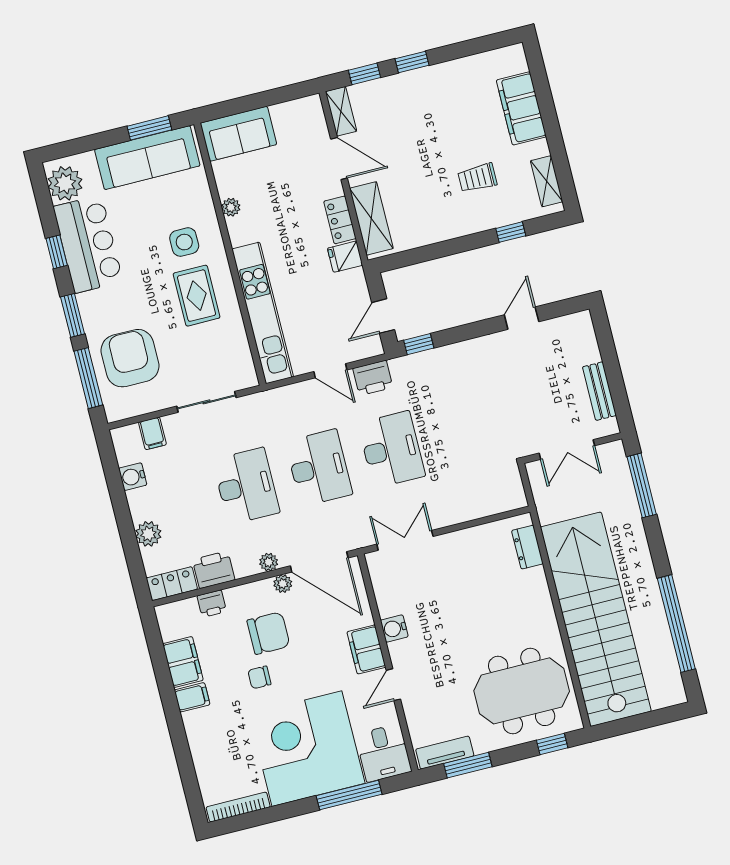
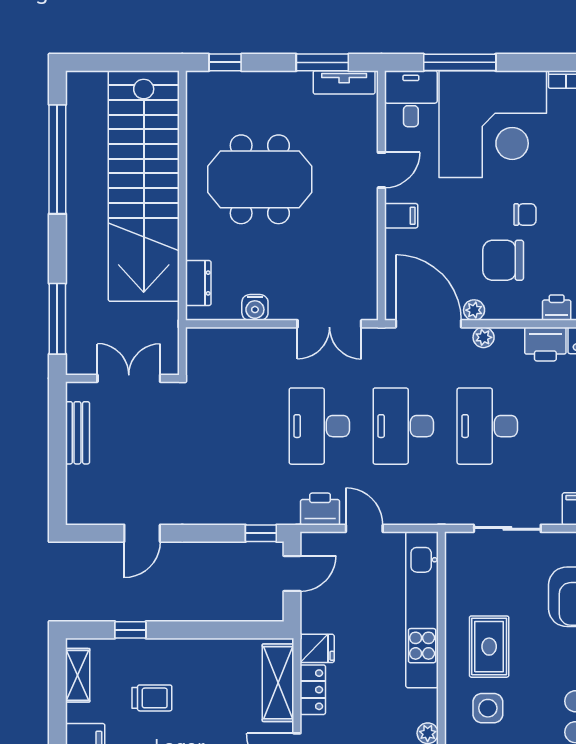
water cooler: (394, 628) -> (255, 307), moved, turned 90
filing cabinet: (366, 649) -> (401, 216), width x0.50
meeting table: (522, 691) -> (260, 179), moved

